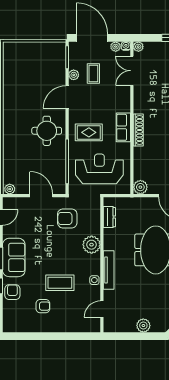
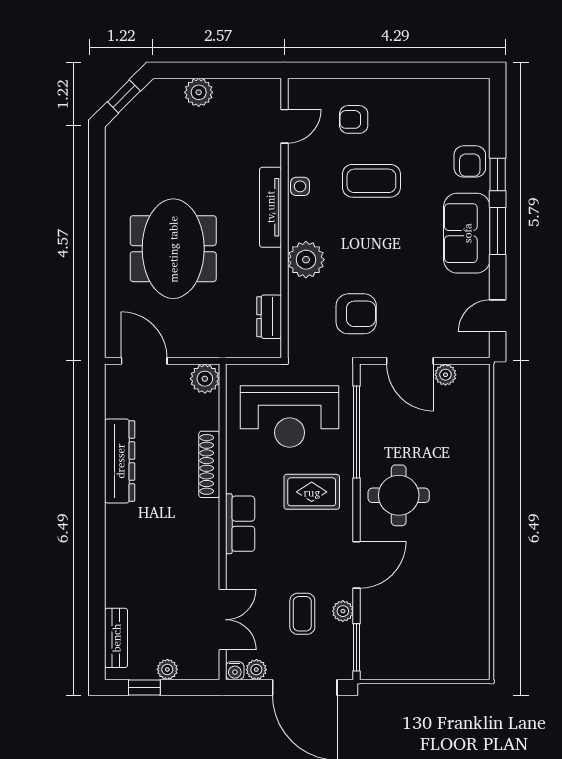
plant: (138, 47) -> (167, 669), moved
row of seats: (123, 127) -> (240, 524), moved
shoe rack: (138, 130) -> (209, 464), moved
plant: (10, 189) -> (445, 375), moved
armchair: (43, 306) -> (354, 119), moved

